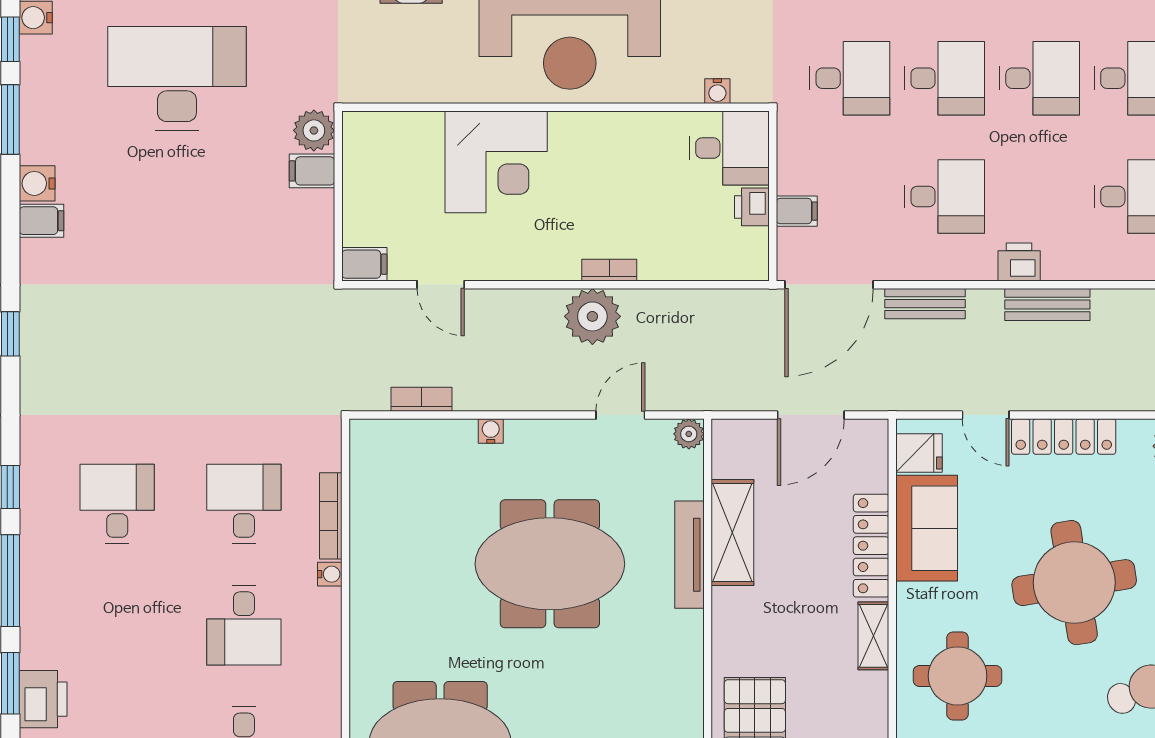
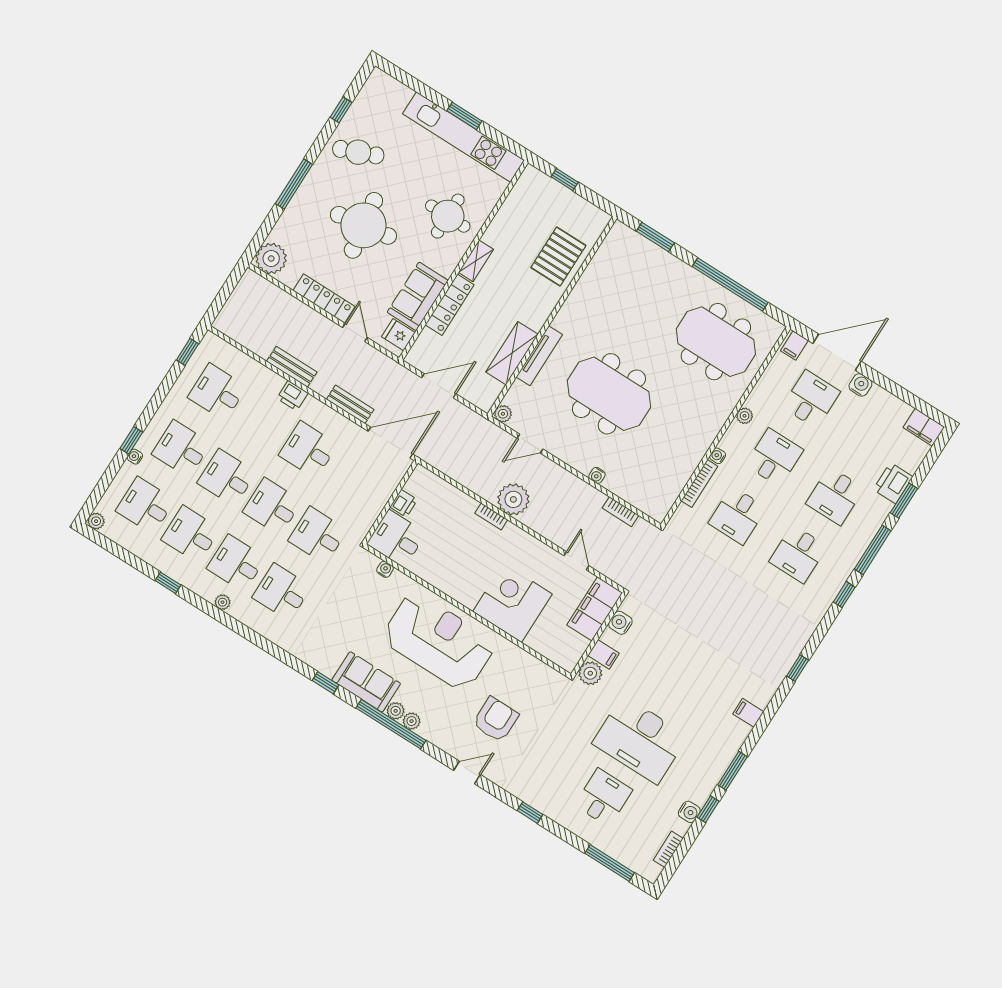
water cooler: (37, 183) -> (620, 623), moved, turned 180
filing cabinet: (797, 211) -> (383, 488), removed
filing cabinet: (364, 264) -> (595, 609), width x3.00, depth x1.17
desk: (117, 625) -> (835, 496), added
plant: (327, 659) -> (745, 416), added

